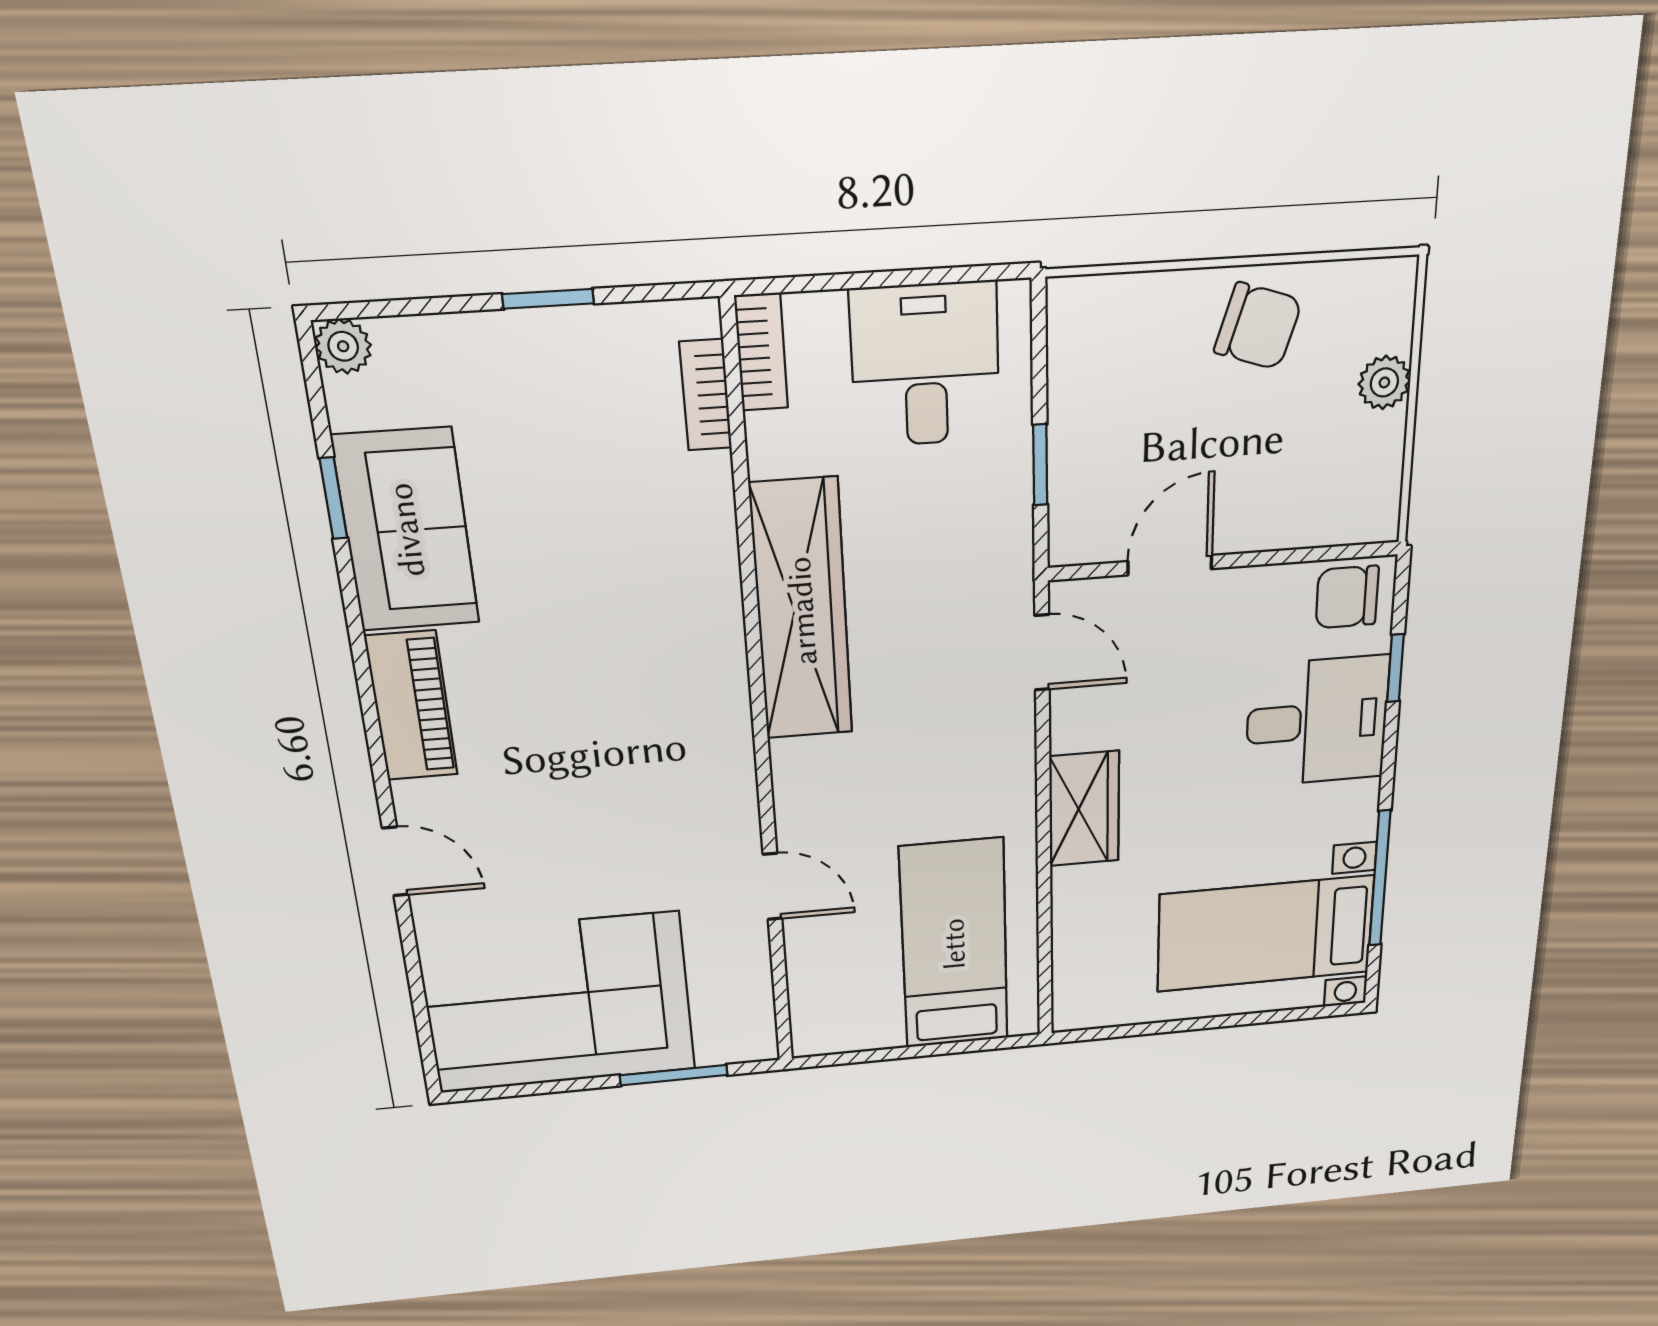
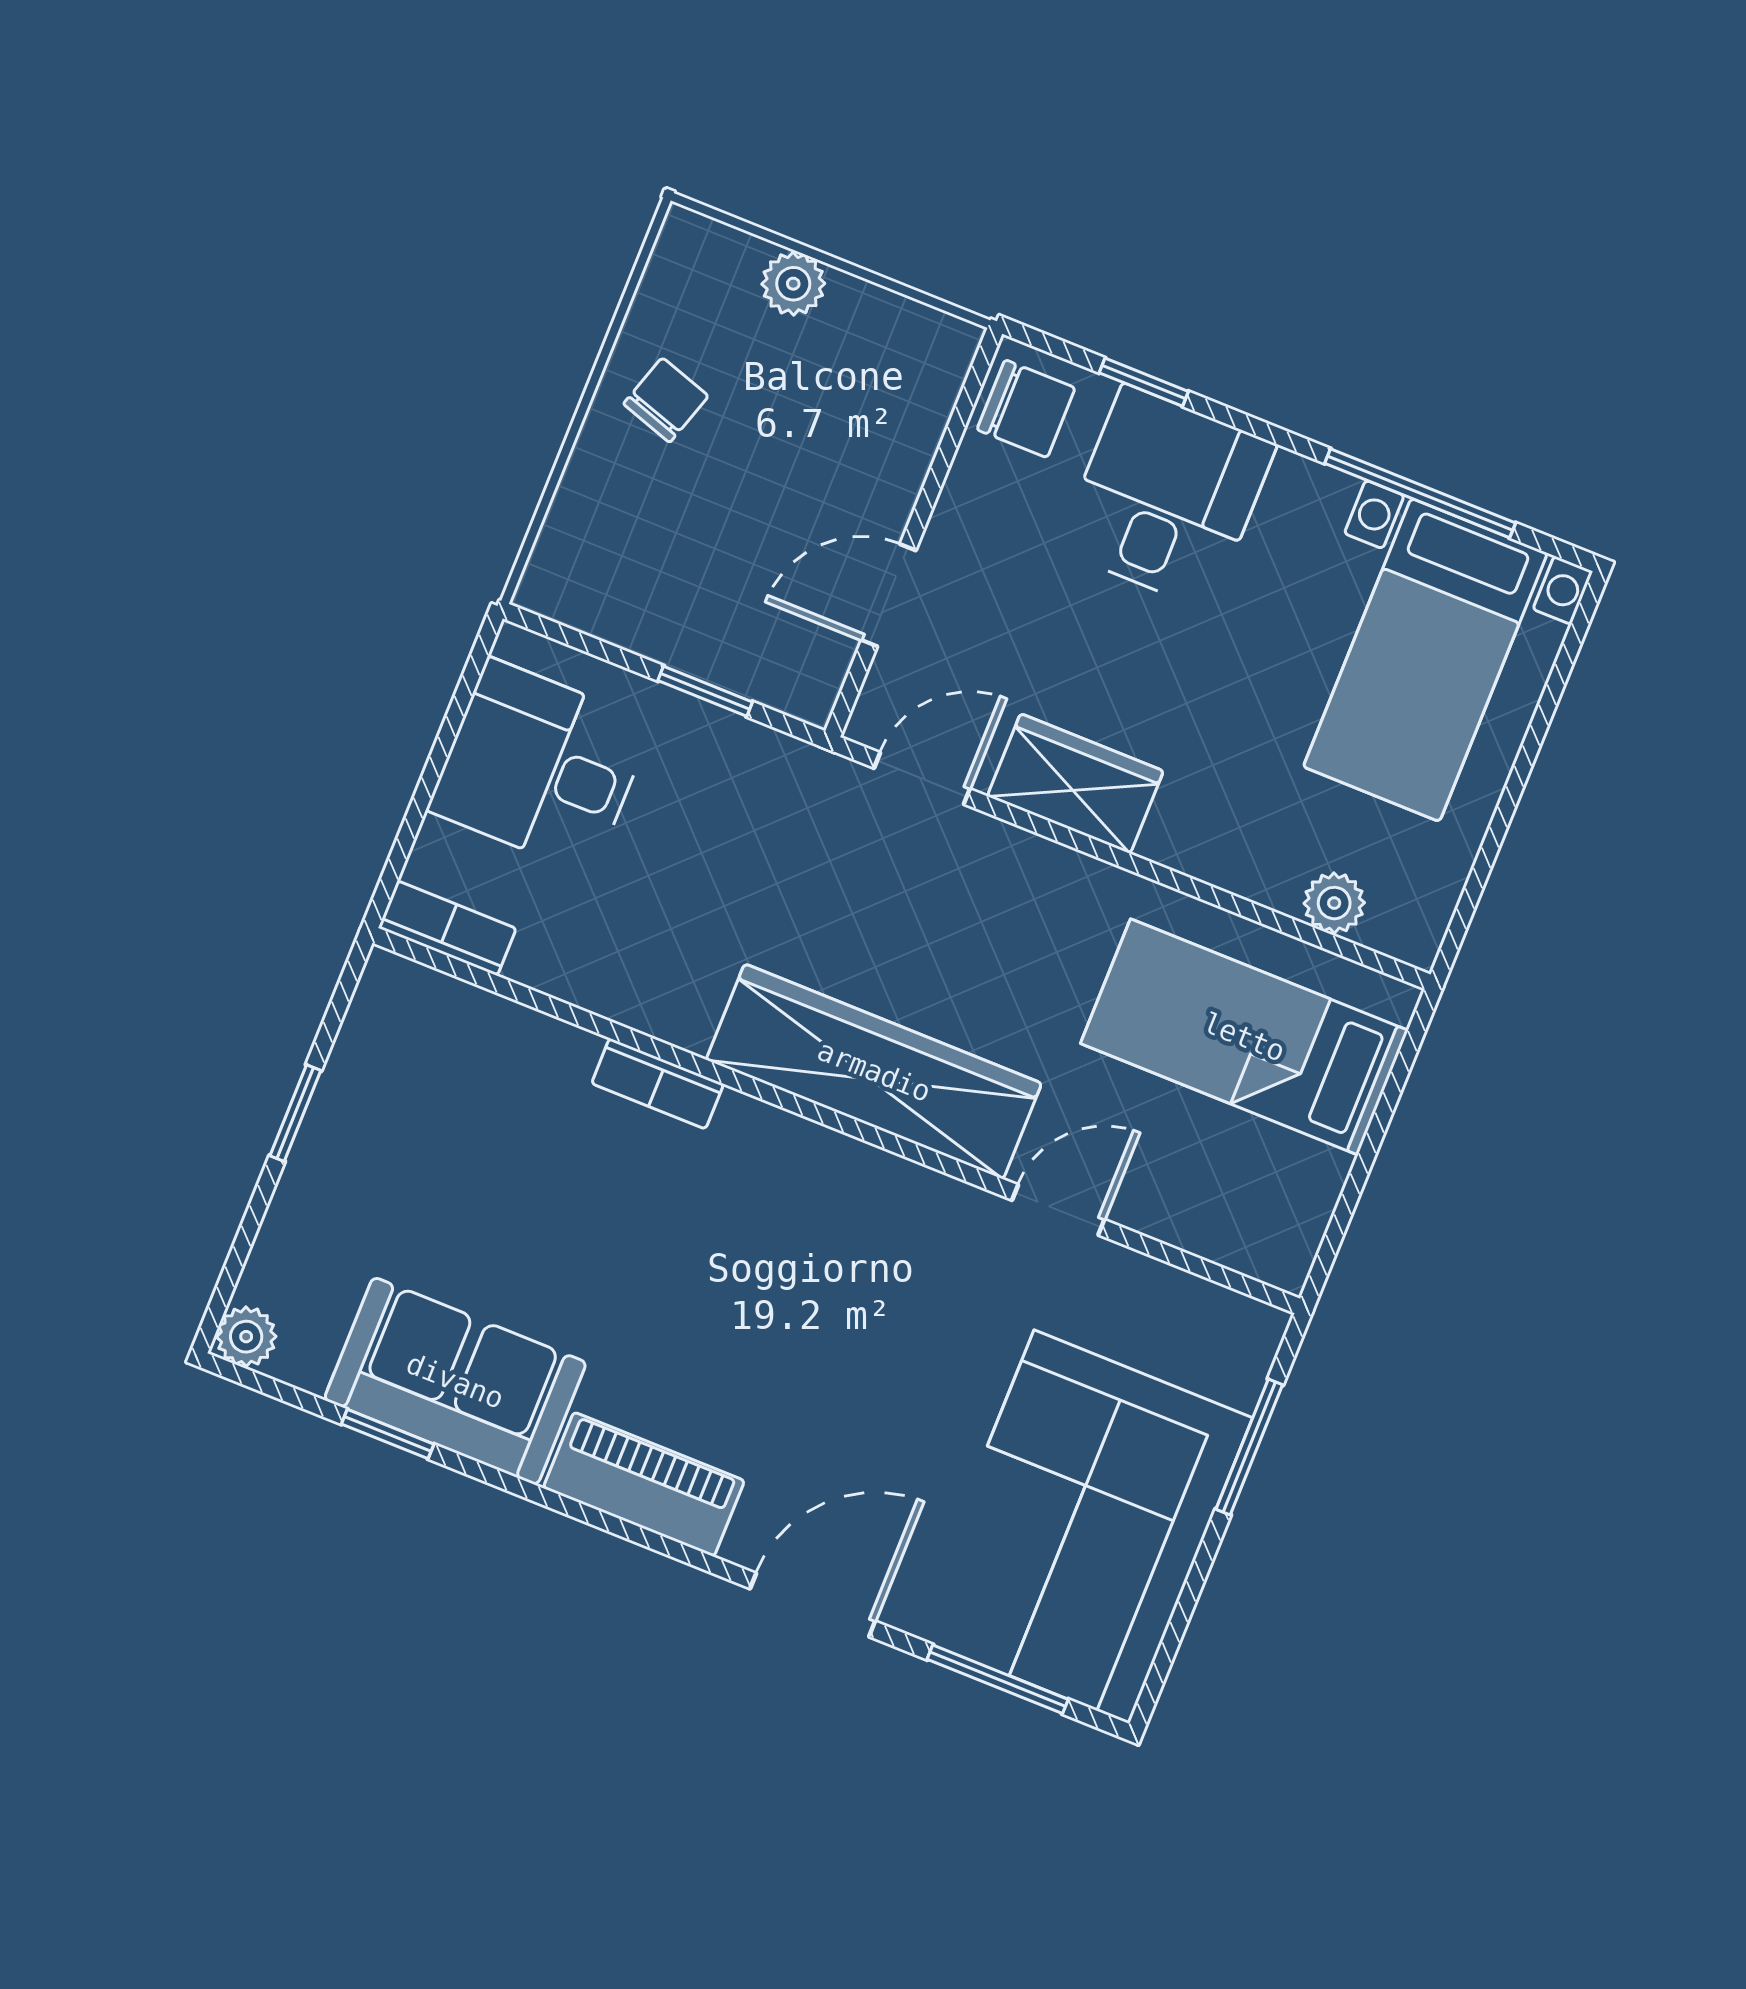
chair: (1258, 326) -> (666, 400), width x0.73, depth x0.73
bookcase: (706, 395) -> (658, 1084), moved
door: (1170, 565) -> (889, 595), hinge flipped
chair: (1347, 597) -> (1026, 409), turned -90
wardrobe: (802, 611) -> (874, 1071), moved
wardrobe: (1084, 809) -> (1075, 784), moved
door: (395, 861) -> (813, 1605), width x1.38
plant: (1073, 956) -> (1334, 903), added
window: (419, 1001) -> (998, 1679), added

